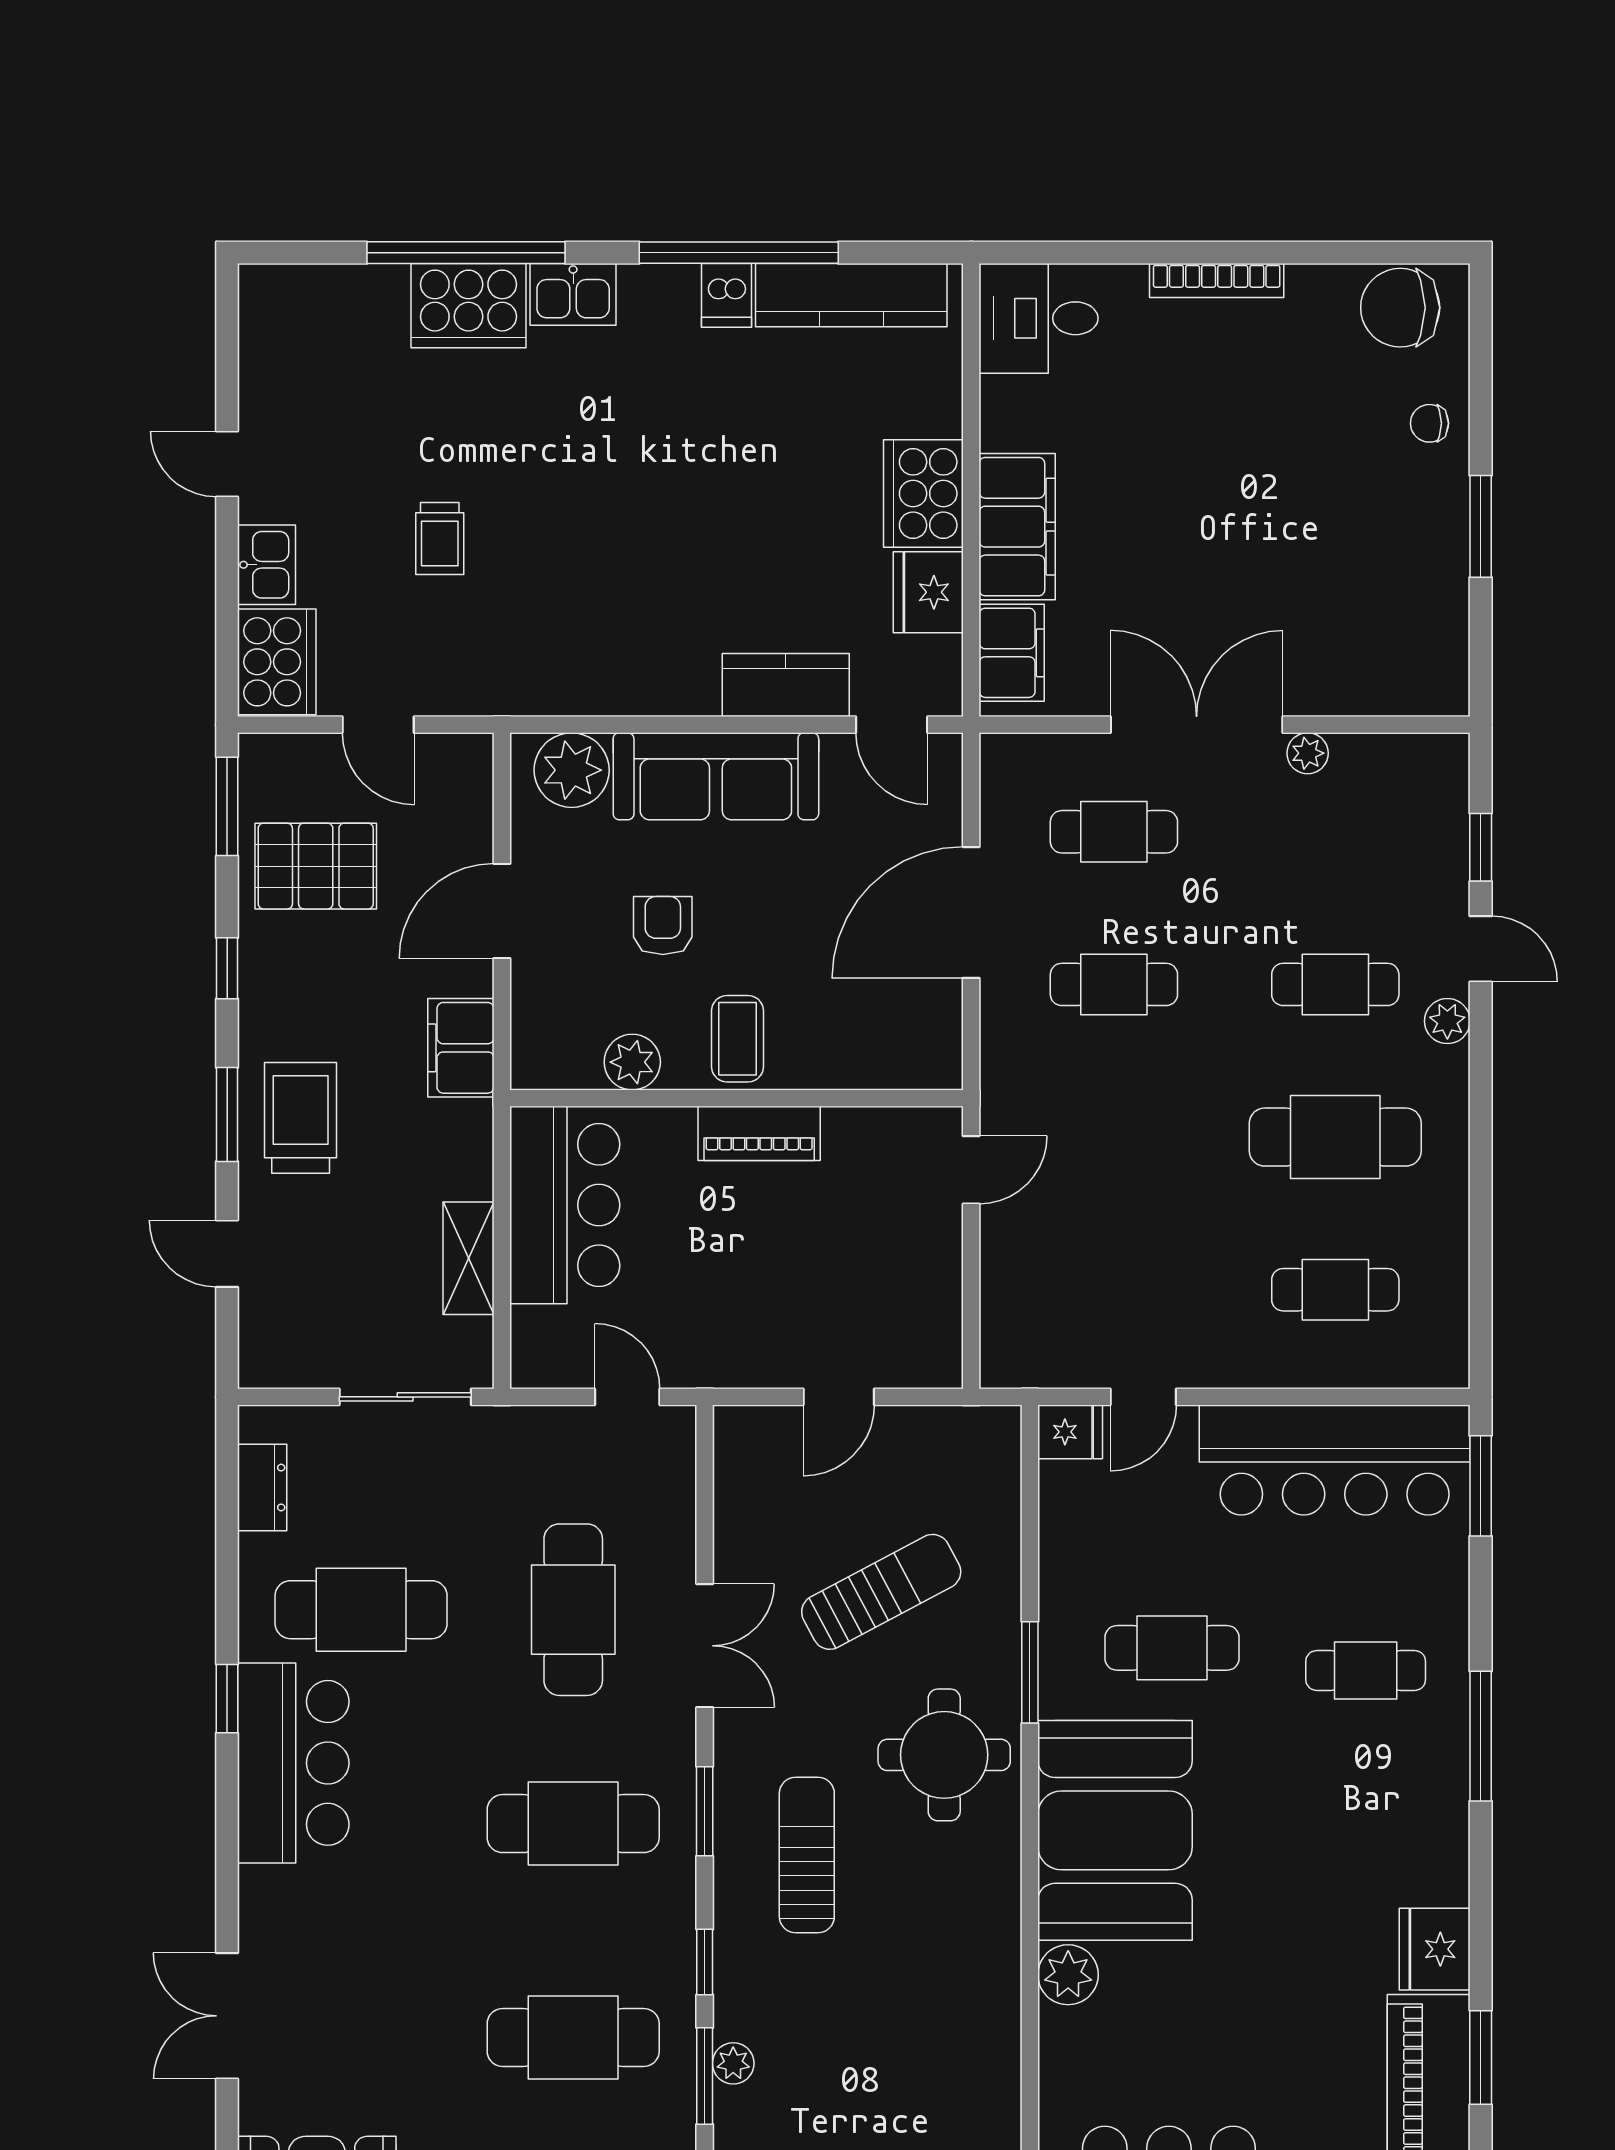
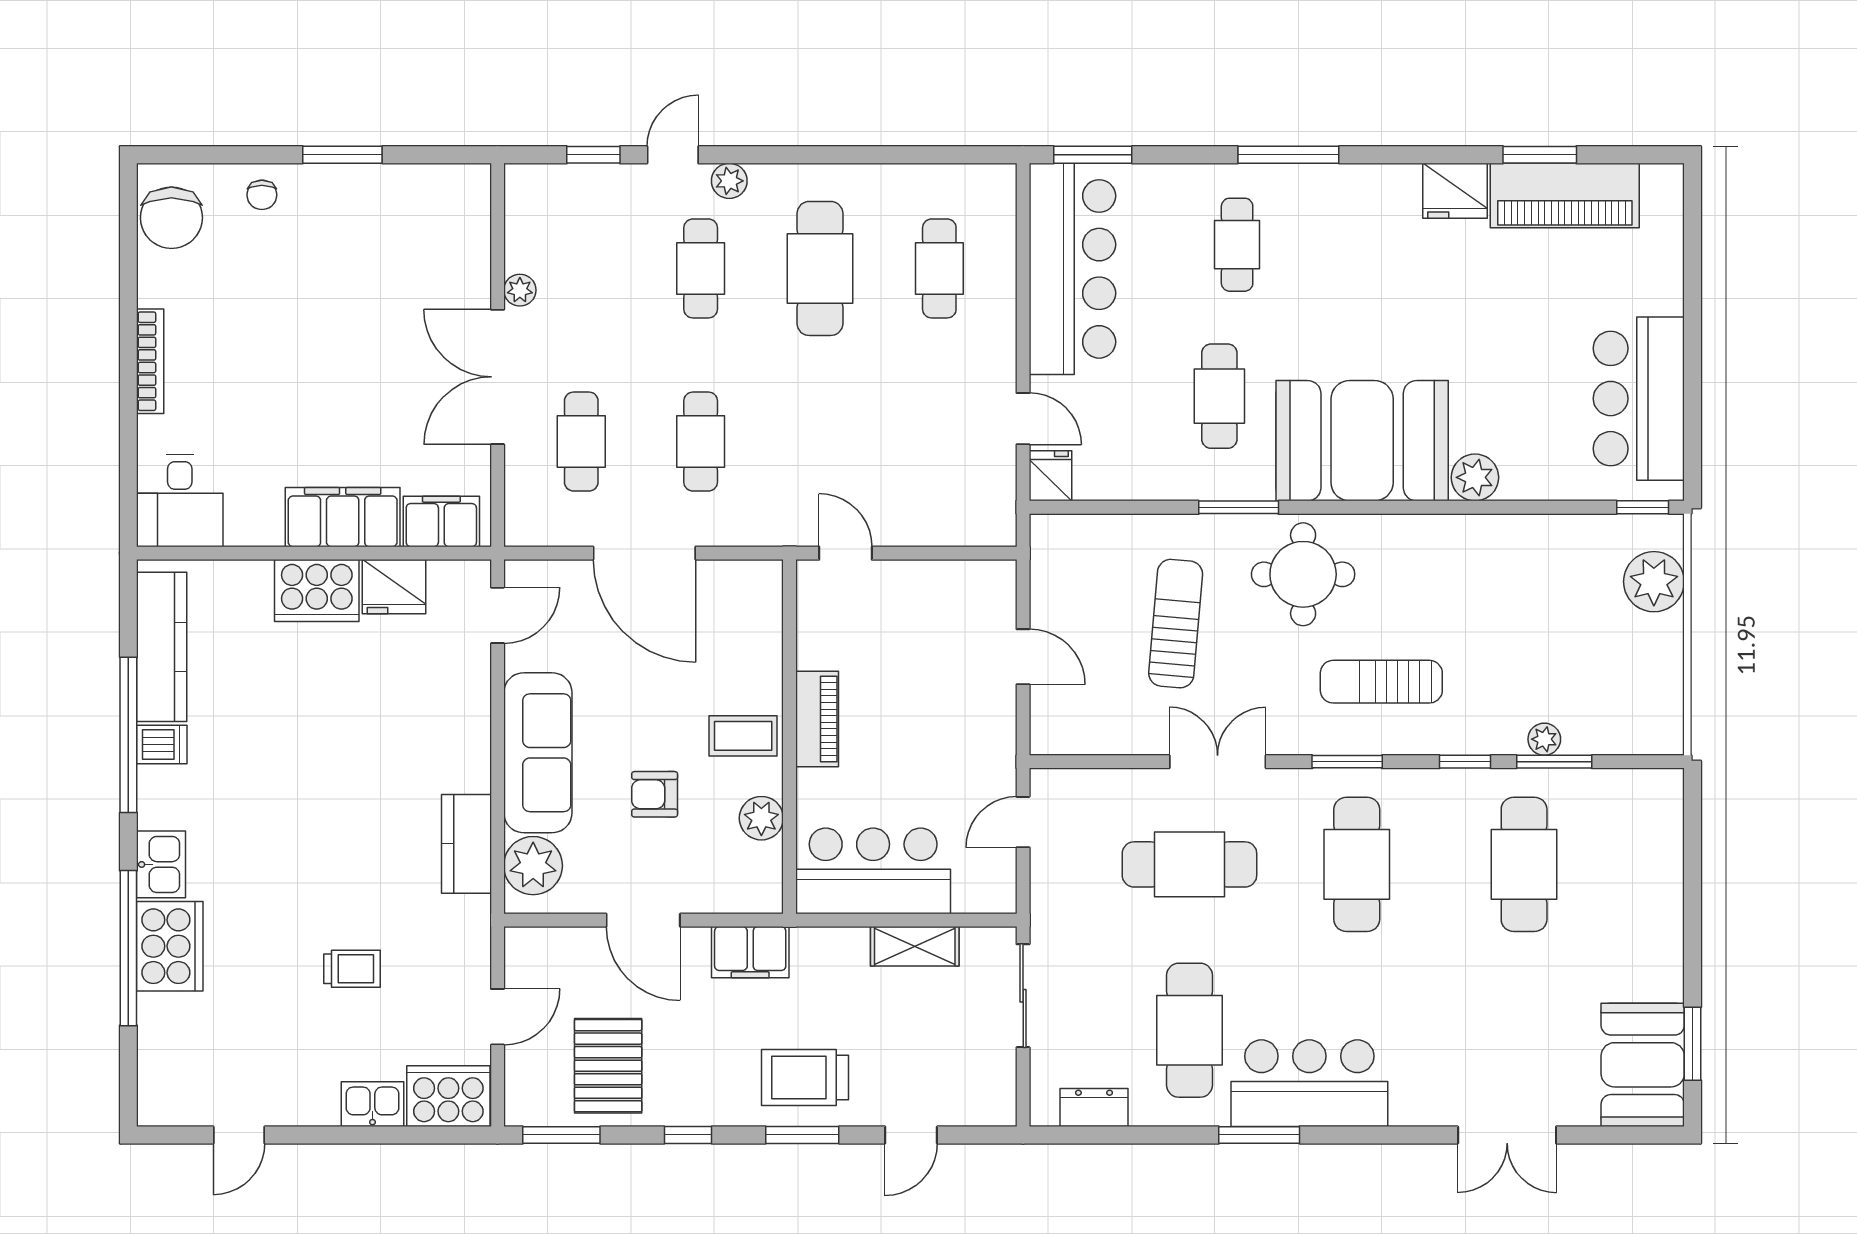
door: (227, 464) -> (239, 1135), moved
kitchen counter: (786, 685) -> (467, 844), moved
sun lounger: (881, 1592) -> (1176, 624), turned 33
window: (227, 1699) -> (1259, 1135), width x1.50

